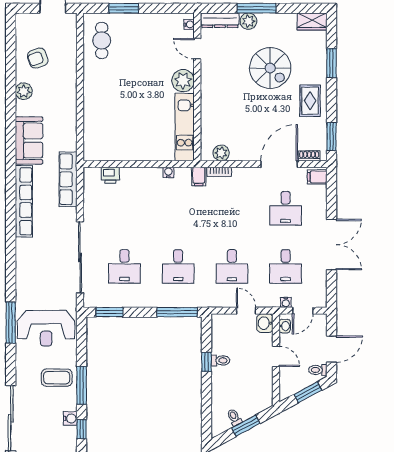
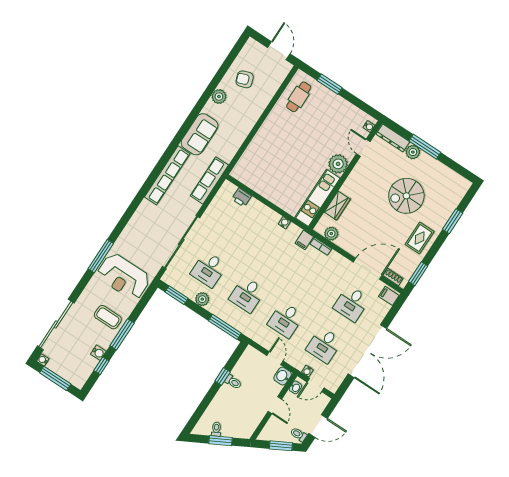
wardrobe: (312, 21) -> (337, 206), moved, turned -90
spiral stairs: (270, 68) -> (406, 196), turned 90
double door: (332, 245) -> (367, 351), width x1.36
plant: (137, 300) -> (202, 299), added

